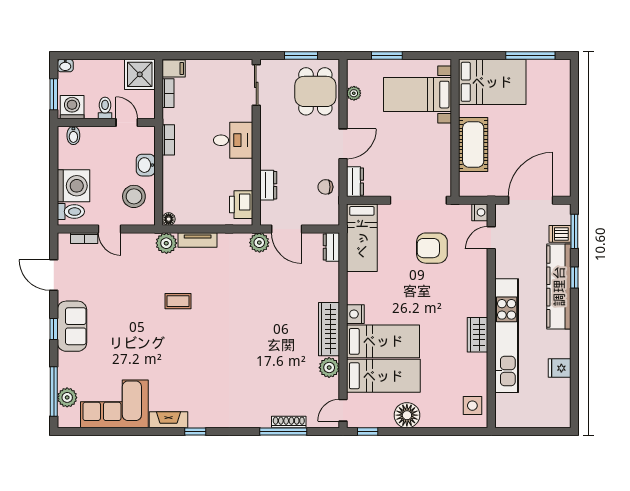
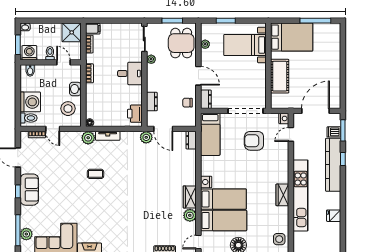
plant: (267, 117) -> (151, 59), added
door: (343, 144) -> (198, 76), hinge flipped
wardrobe: (329, 329) -> (190, 197), width x0.67

